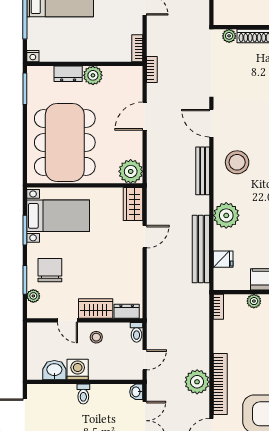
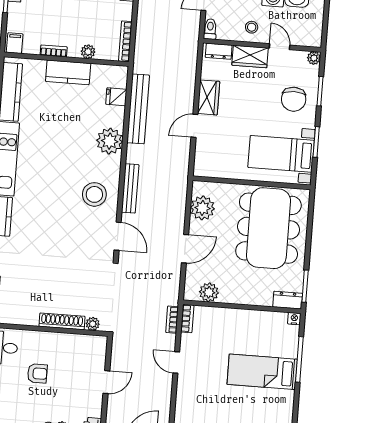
bookcase: (152, 70) -> (172, 320), moved
dresser: (68, 74) -> (288, 300), moved
plant: (93, 75) -> (209, 292), moved
plant: (131, 171) -> (202, 208), moved
wardrobe: (133, 204) -> (209, 97), moved
plant: (33, 296) -> (314, 58), moved
bookcase: (218, 307) -> (125, 41), width x1.56

